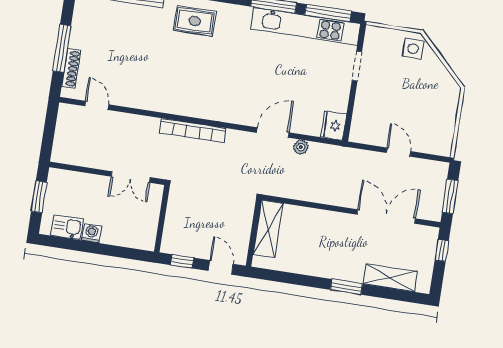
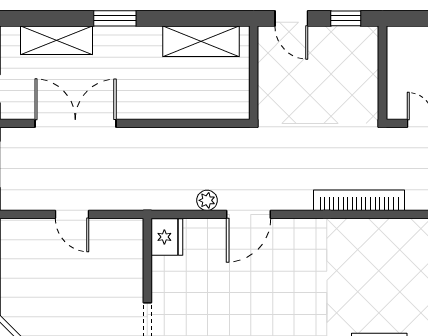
double door: (386, 216) -> (75, 123), swing flipped
shelving: (268, 229) -> (201, 41), moved, turned 90

